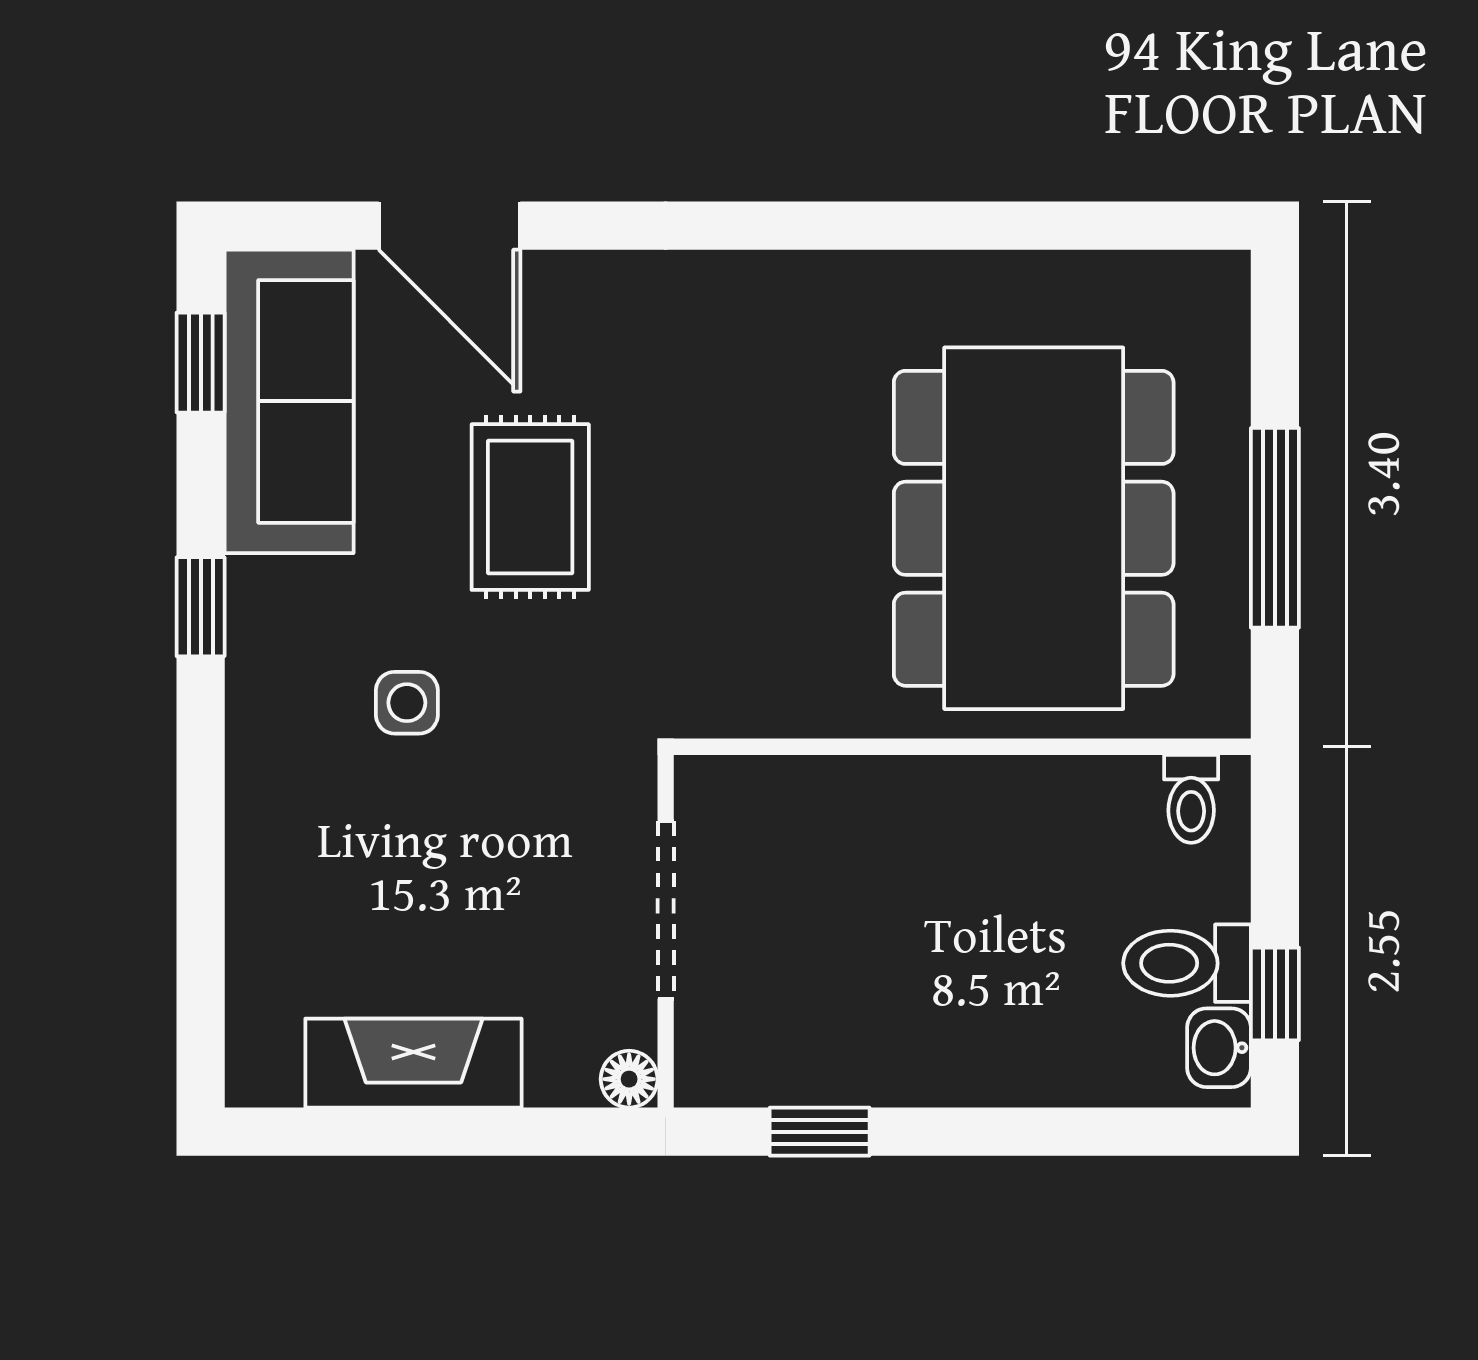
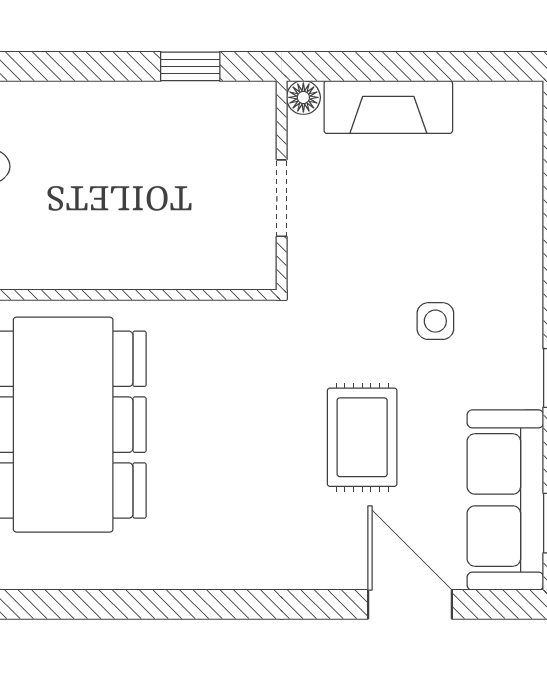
doorway: (666, 910) -> (282, 198), width x0.73
fireplace: (413, 1063) -> (388, 107), moved

